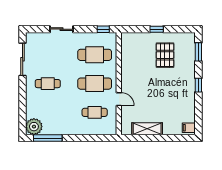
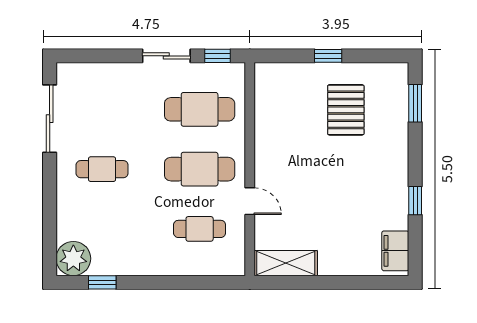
sliding door: (61, 29) -> (166, 56), moved
window: (198, 85) -> (415, 201), moved
filing cabinet: (189, 128) -> (395, 251), width x2.00
shelving: (147, 129) -> (286, 263), moved
window: (48, 138) -> (102, 282), width x0.46

